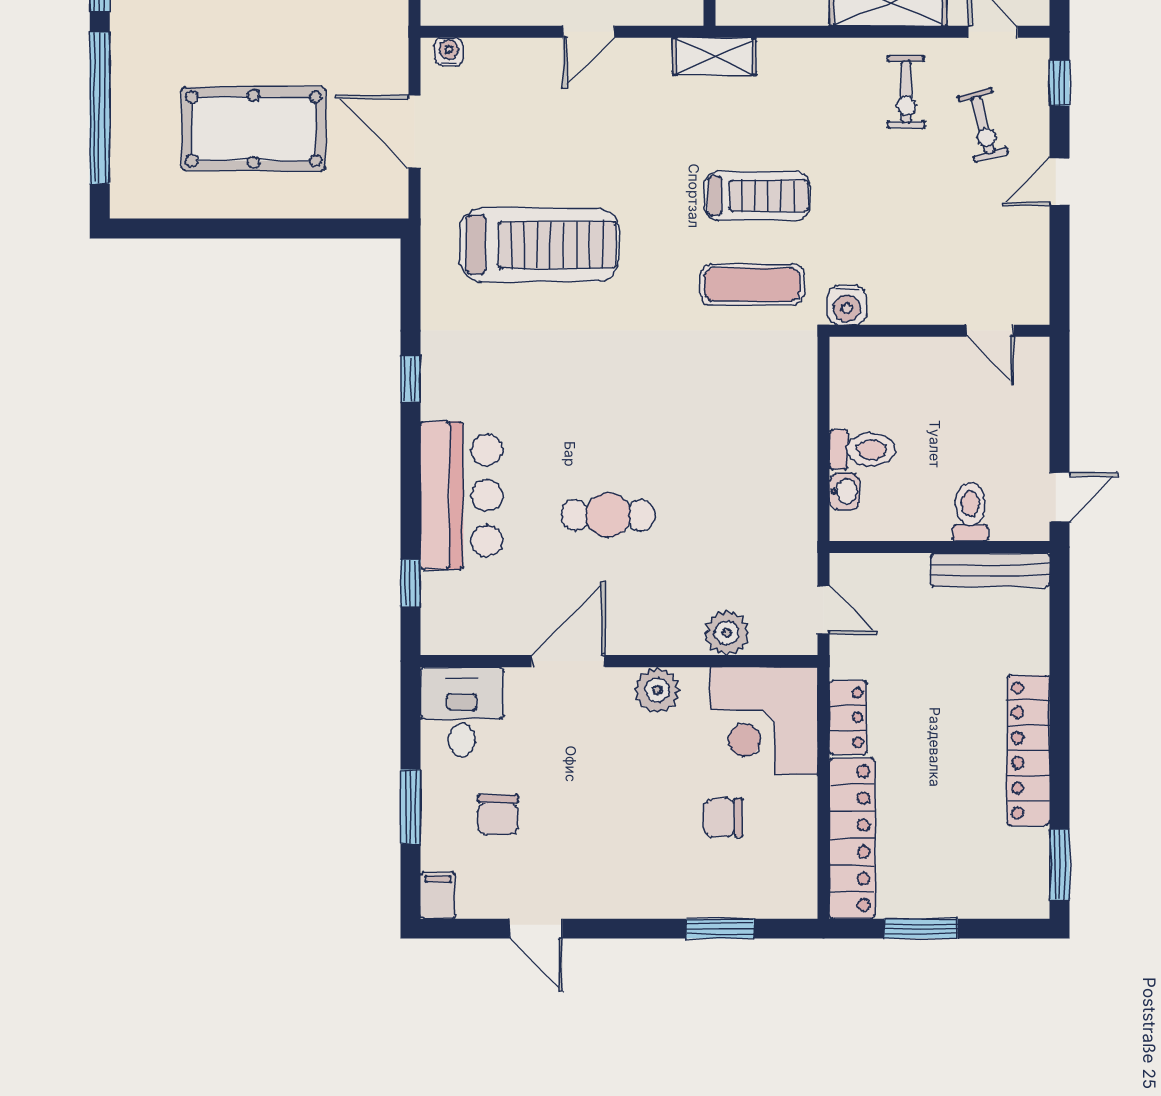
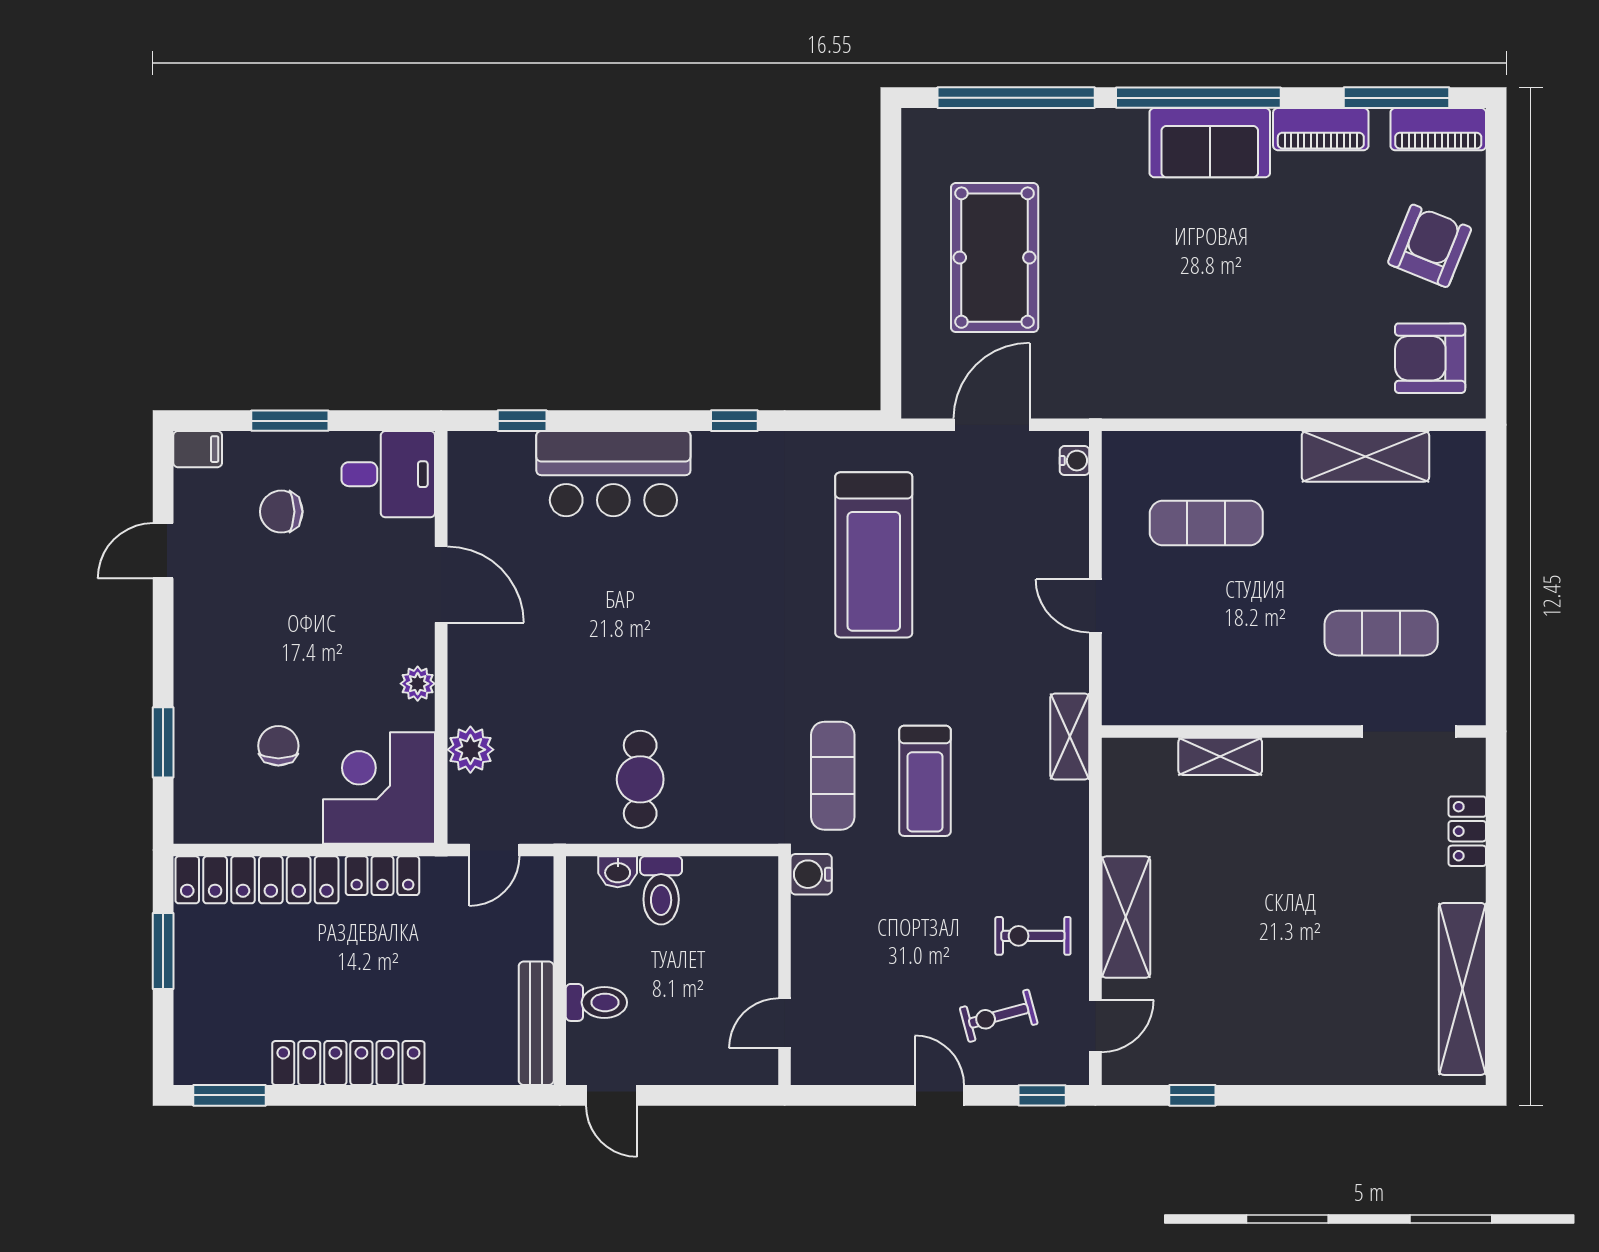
cafe table: (608, 515) -> (640, 779), moved
plant: (657, 690) -> (418, 684), width x0.73, depth x0.73

